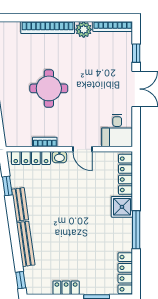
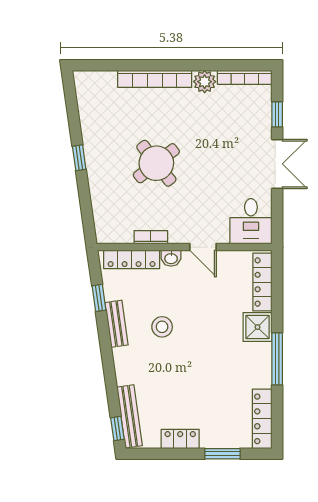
round table: (49, 88) -> (156, 163), turned -38
stool: (53, 207) -> (162, 327), added
bench: (26, 244) -> (130, 416), moved

